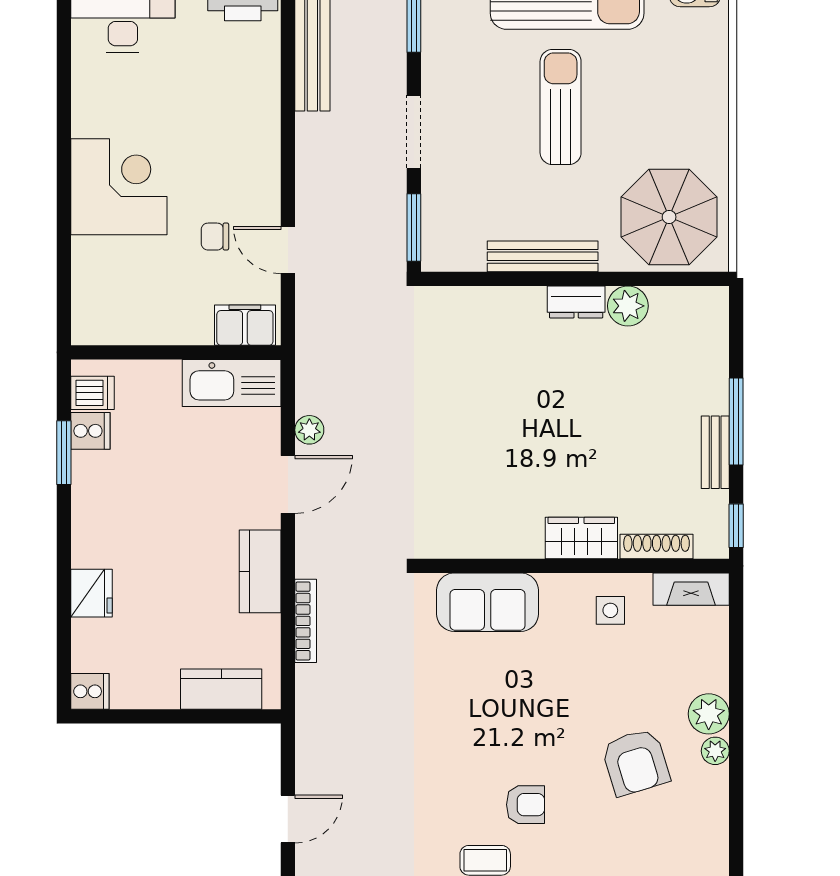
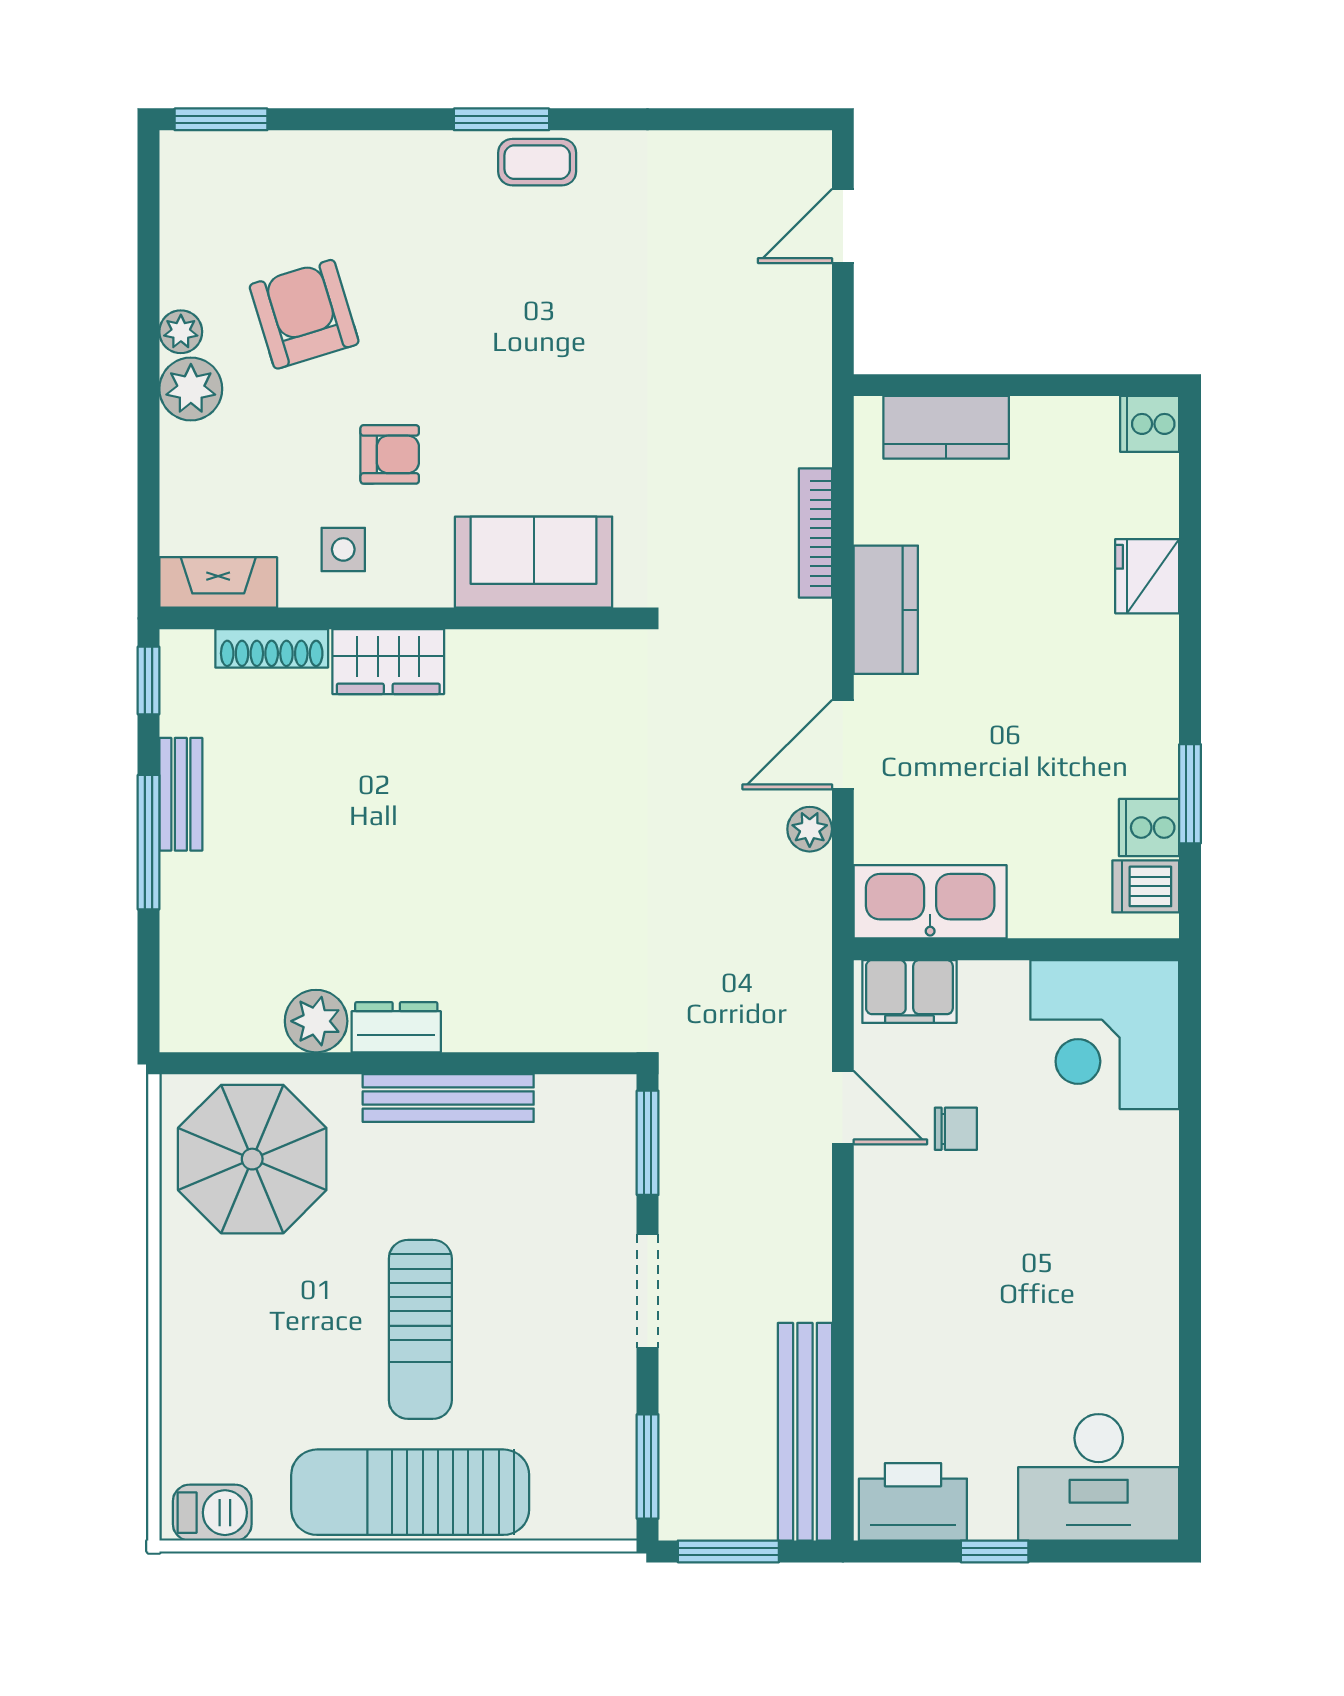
corner desk: (119, 187) -> (1105, 1035), moved
armchair: (526, 805) -> (390, 454), moved, turned 180

